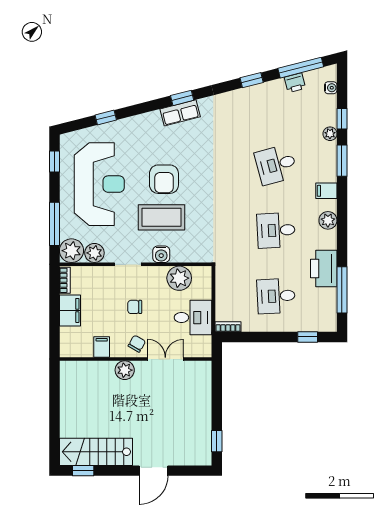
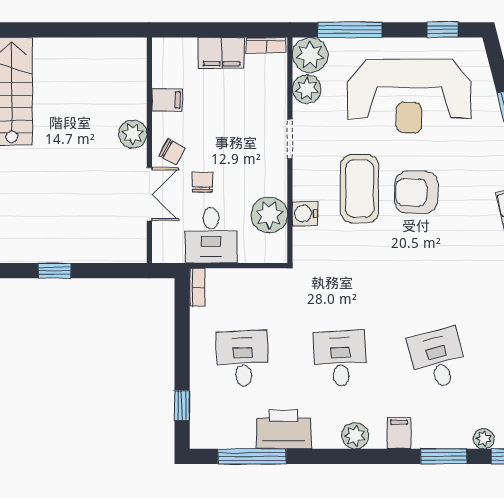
water cooler: (161, 254) -> (305, 214), moved
chair: (135, 307) -> (203, 182), moved
window: (217, 441) -> (55, 271), moved

